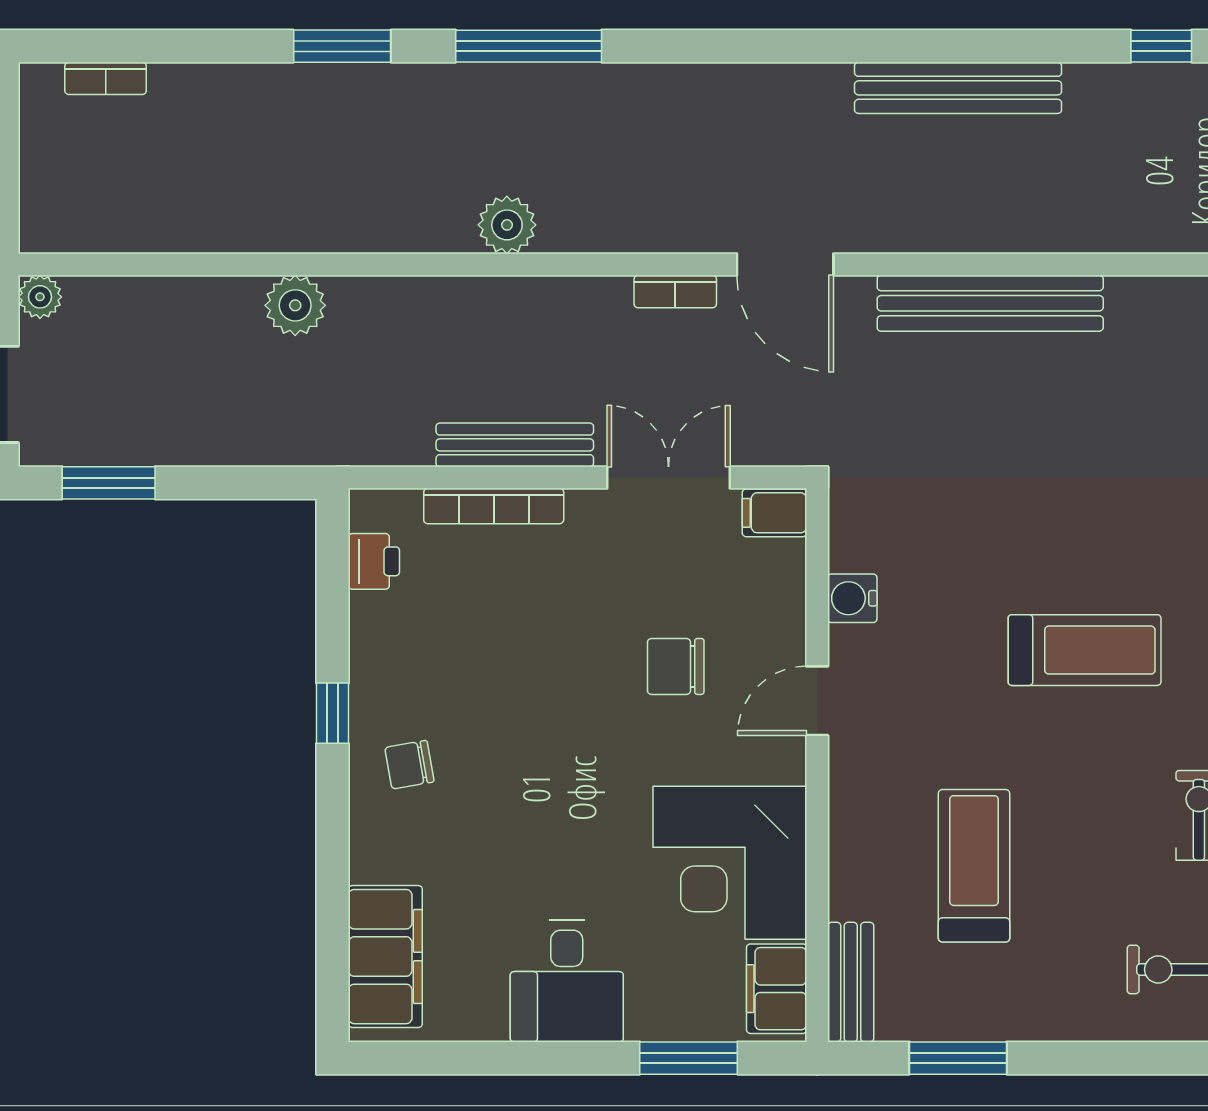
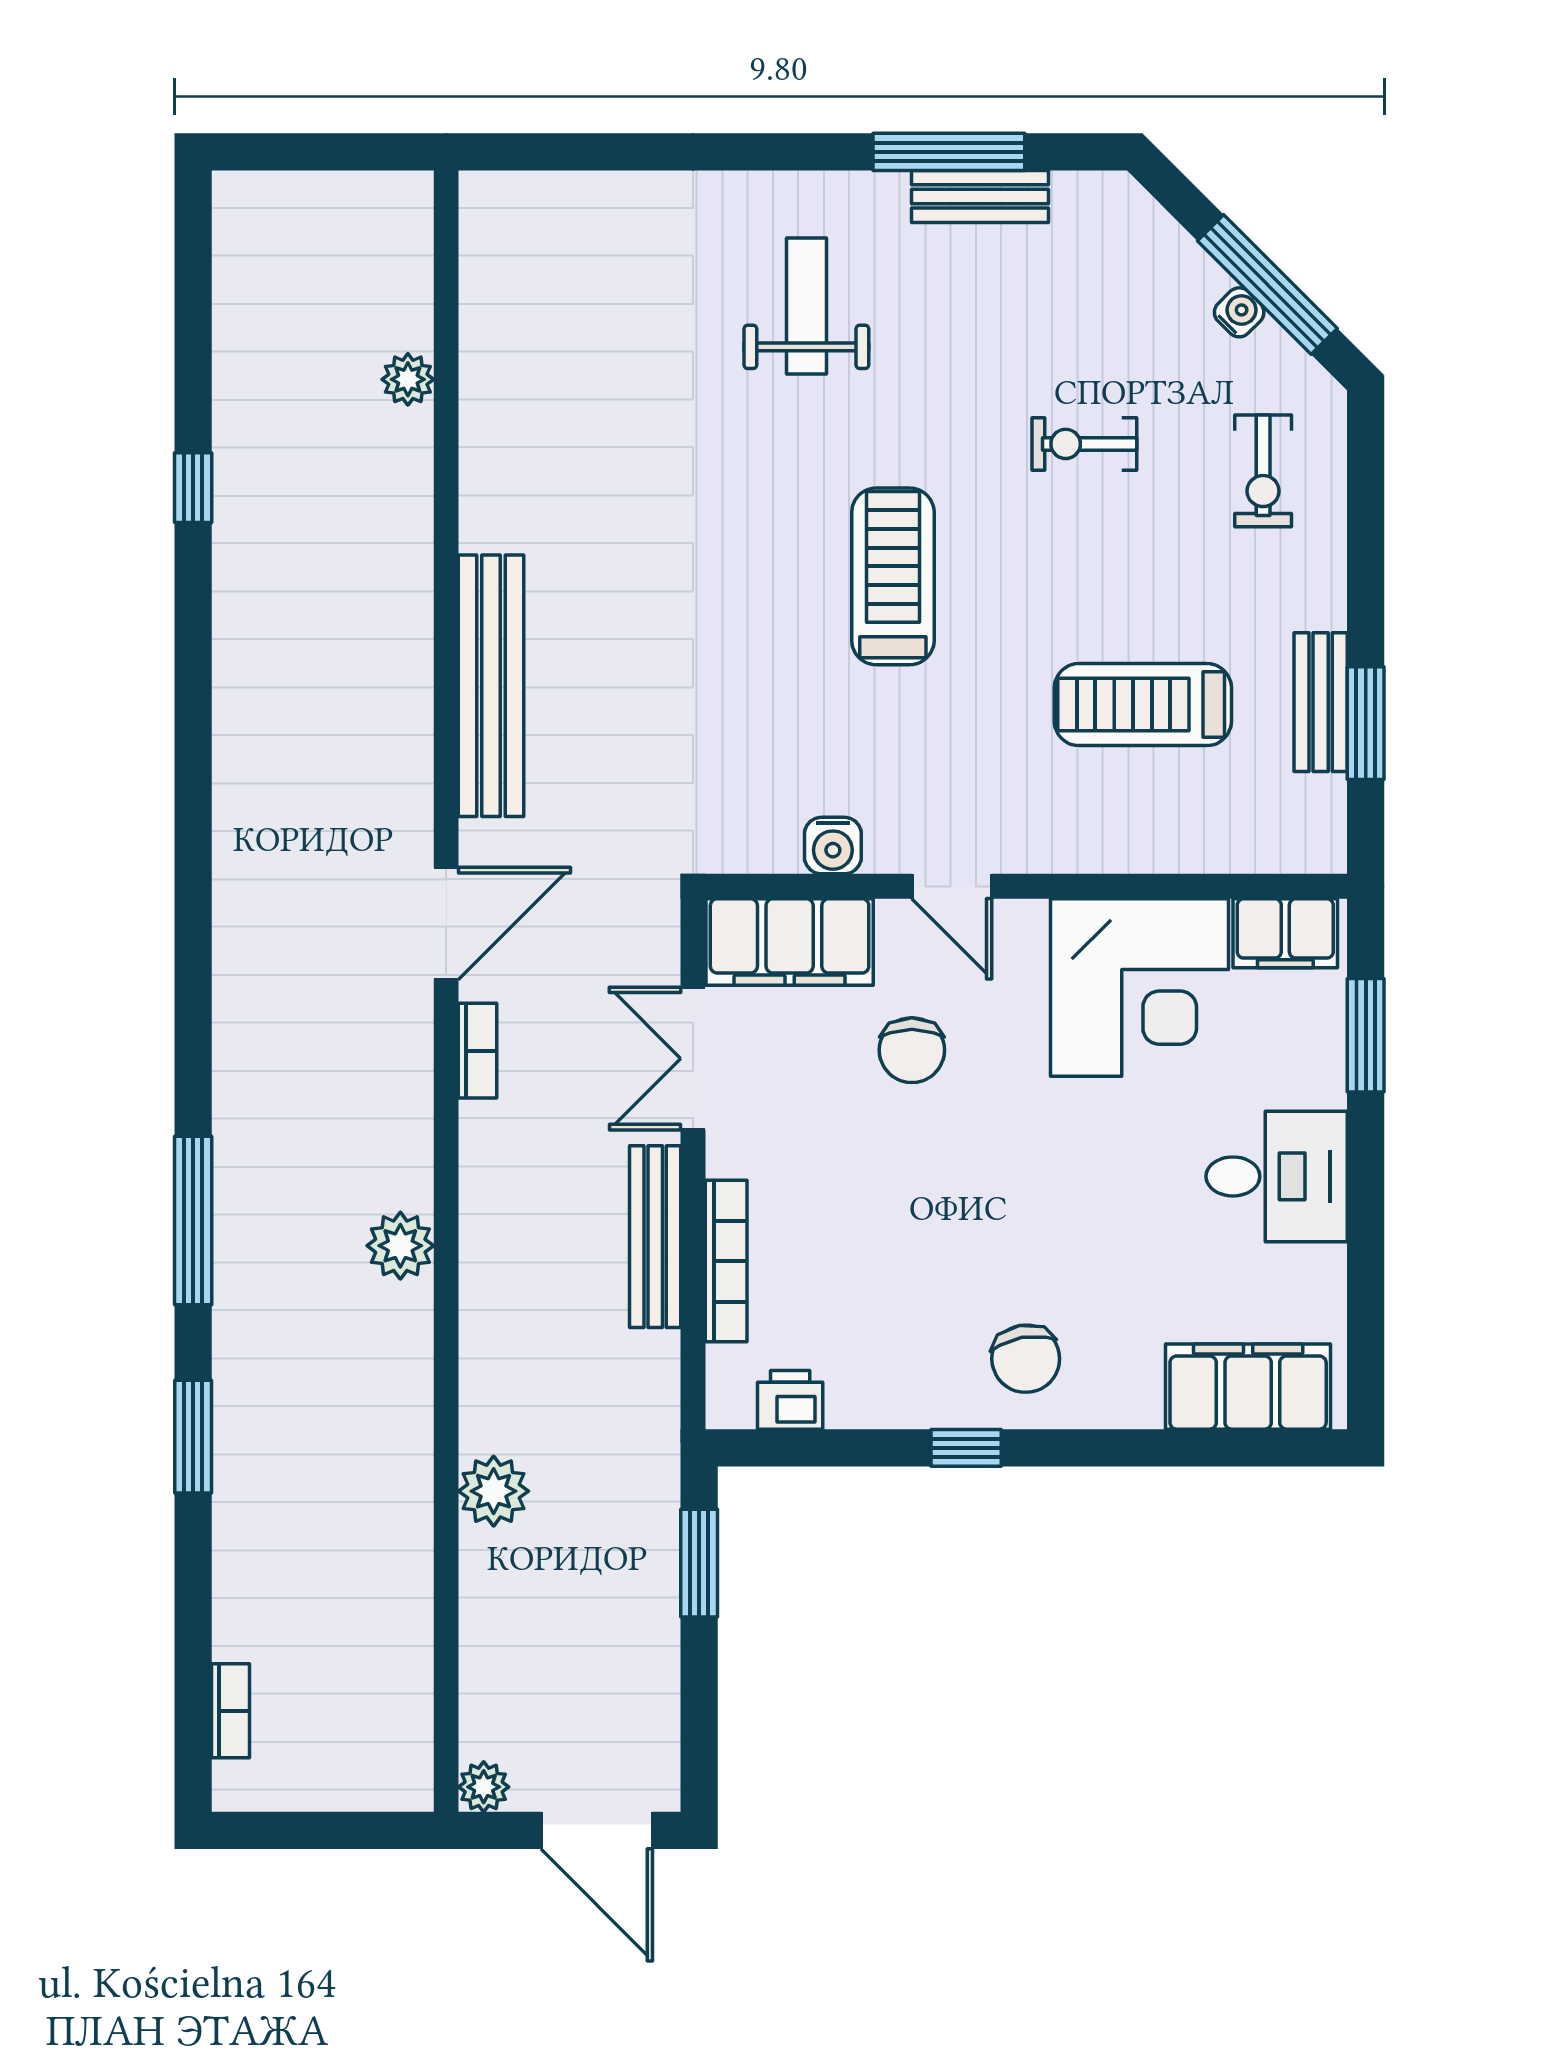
bench: (958, 88) -> (241, 723), removed
window: (109, 483) -> (699, 1563), moved
filing cabinet: (774, 513) -> (790, 942), width x3.00, depth x1.17
chair: (409, 765) -> (1026, 1359), width x1.37, depth x1.37
bench: (851, 982) -> (1321, 702), moved, turned 90

